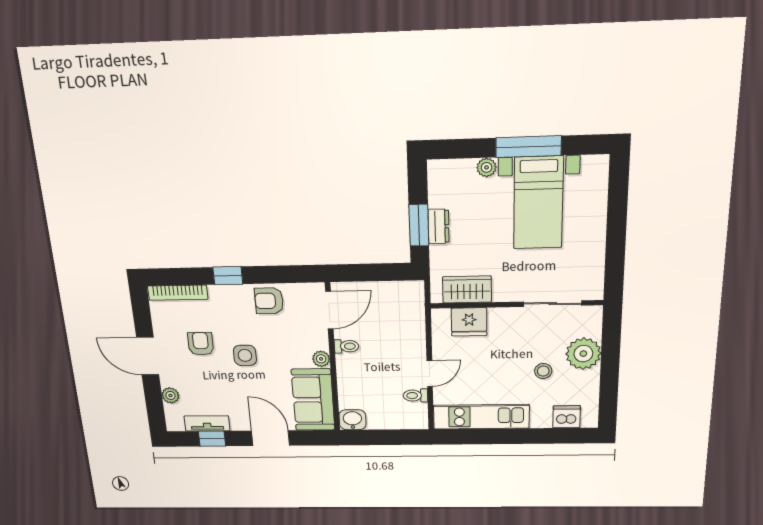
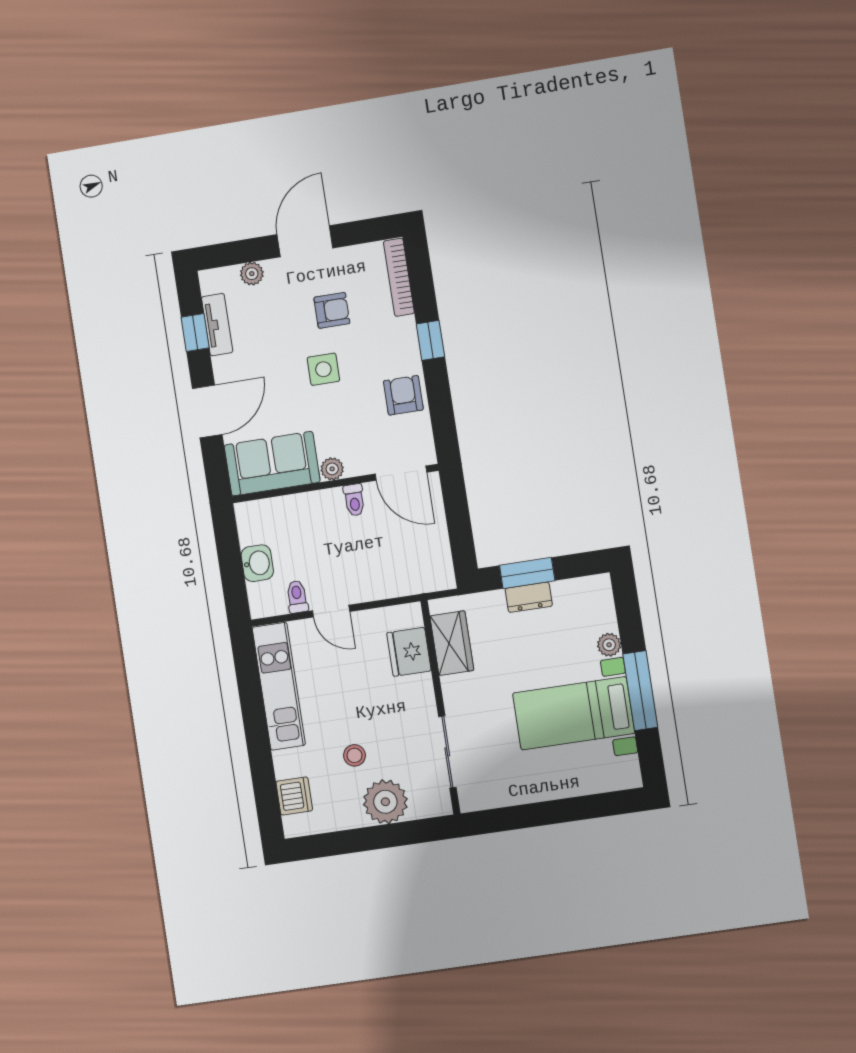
washbasin: (352, 420) -> (257, 563), moved

